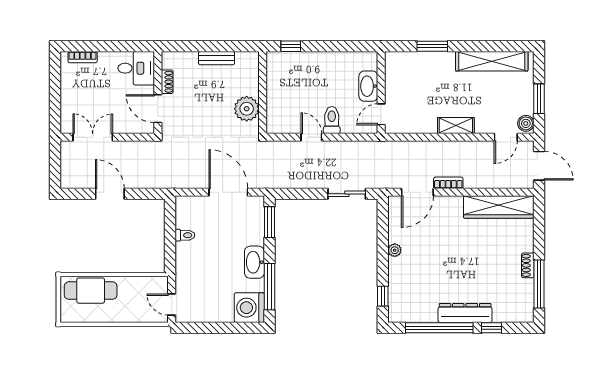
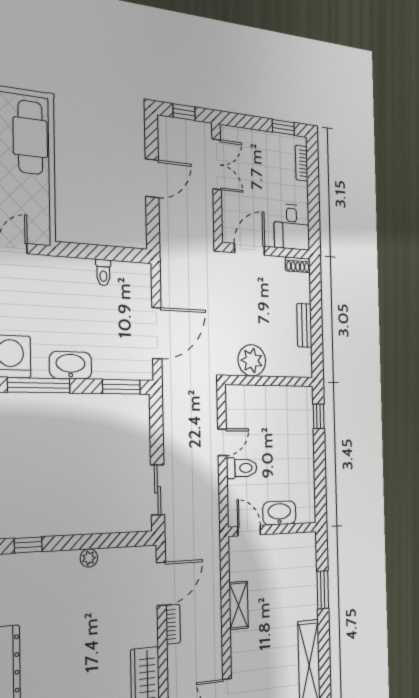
window: (55, 74) -> (283, 127), added
shoe rack: (167, 82) -> (298, 265), moved
shelving: (456, 126) -> (239, 605), moved
window: (55, 165) -> (184, 112), added
door: (417, 192) -> (161, 584), swing flipped

